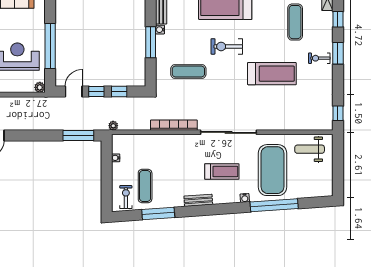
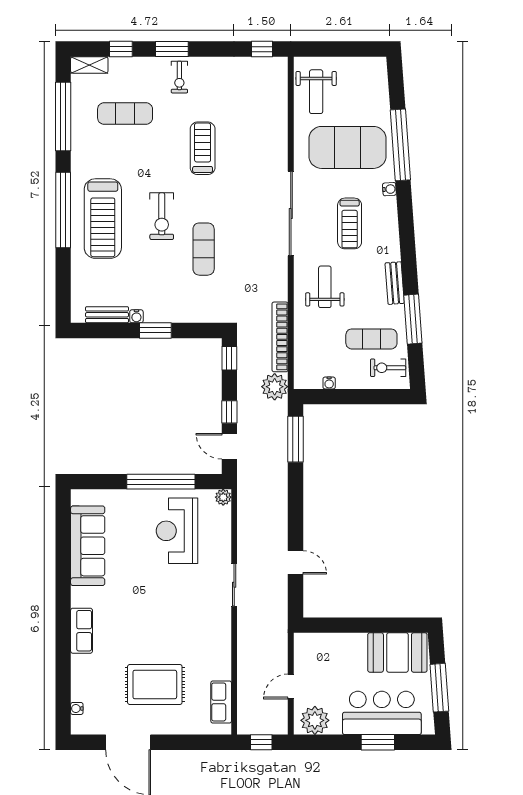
window: (151, 42) -> (155, 330), width x0.69
exercise mat: (188, 71) -> (204, 249), moved
treadmill: (272, 74) -> (203, 148), width x0.73, depth x0.73
window: (119, 91) -> (229, 358), moved
bookcase: (174, 125) -> (280, 337), moved
plant: (113, 126) -> (275, 387), width x1.87, depth x1.87
weight bench: (180, 155) -> (325, 287), added
treadmill: (222, 171) -> (350, 223), turned 180
bench: (198, 200) -> (395, 283), moved

